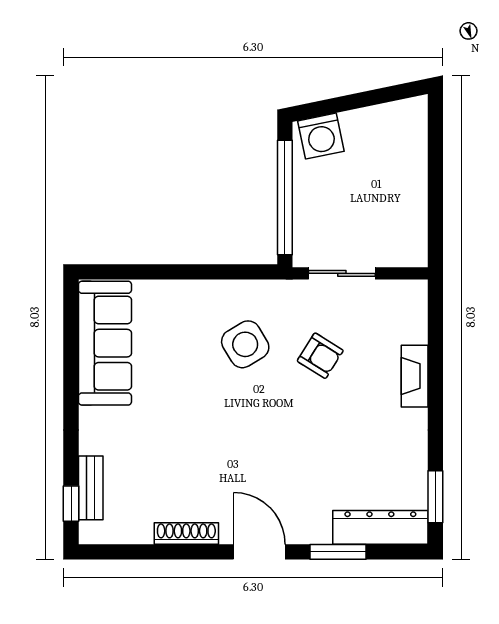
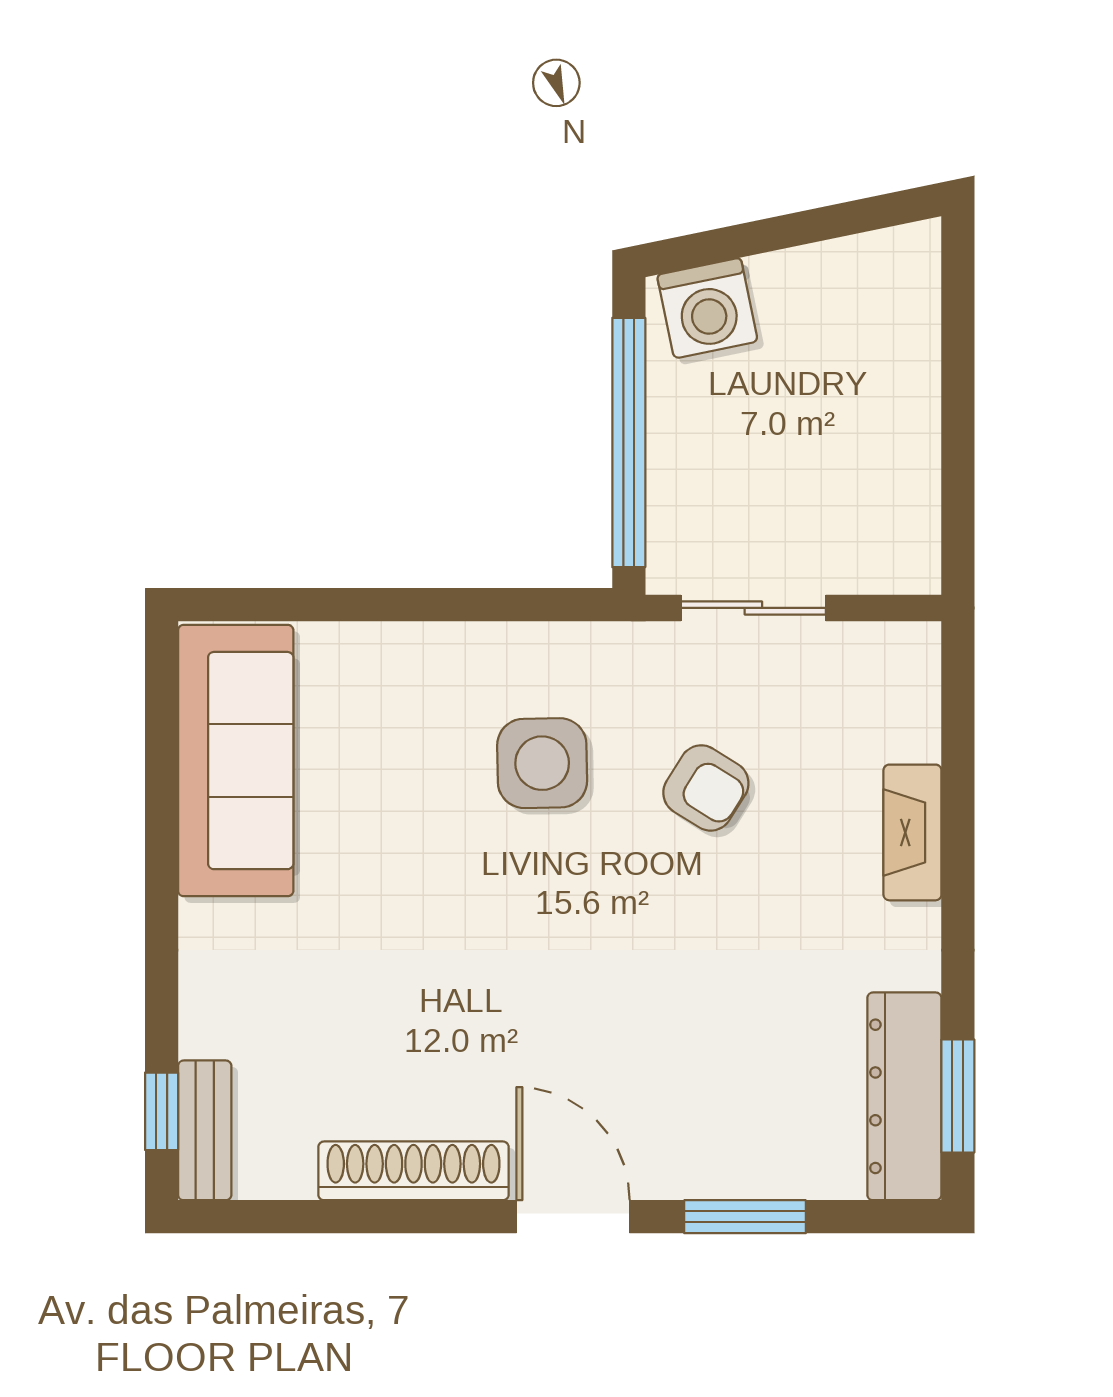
side table: (245, 344) -> (542, 763), turned 30
bench: (91, 488) -> (205, 1130), moved
dresser: (380, 527) -> (904, 1096), moved, turned -90
shoe rack: (186, 533) -> (413, 1171), width x1.36, depth x1.24

